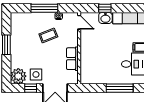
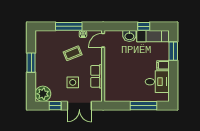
window: (105, 8) -> (144, 26), moved
door: (79, 22) -> (103, 40), swing flipped
side table: (36, 74) -> (73, 82), moved

